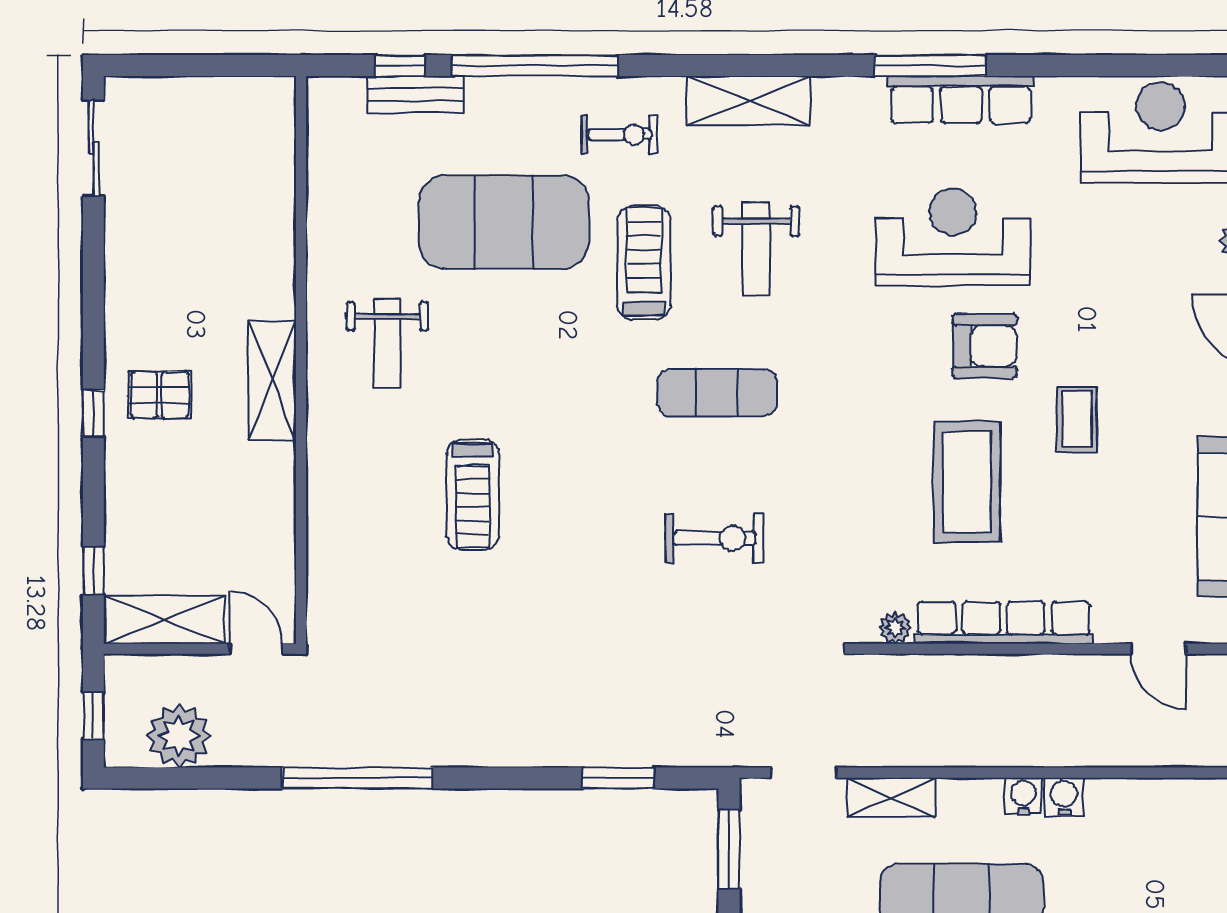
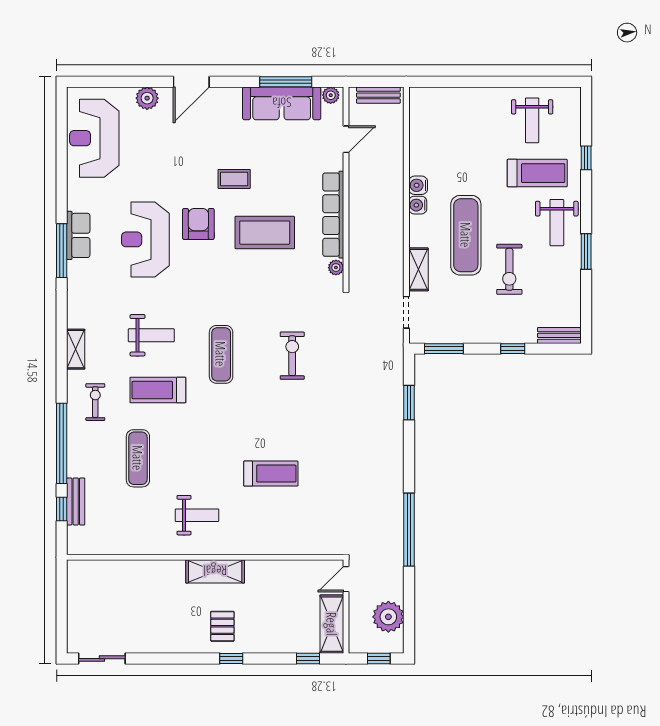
row of seats: (961, 100) -> (78, 235), width x0.68
shelving: (748, 101) -> (76, 349), width x0.67, depth x0.75
exercise mat: (504, 222) -> (138, 458), width x0.50, depth x0.69

